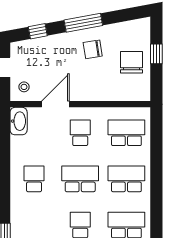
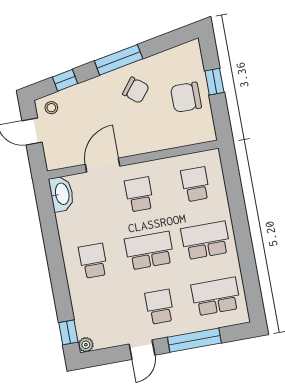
chair: (93, 49) -> (136, 90), turned -133
chair: (131, 62) -> (186, 97), turned -90
stool: (24, 87) -> (51, 108), moved
school desk: (126, 133) -> (195, 184), width x0.54

